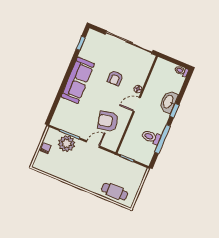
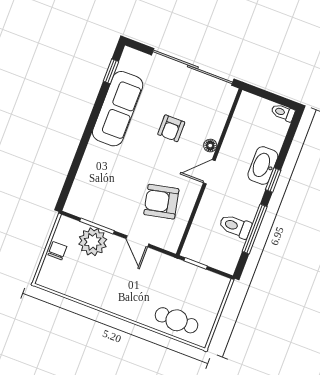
sofa: (78, 80) -> (118, 109), moved
door: (93, 144) -> (137, 241), swing flipped

